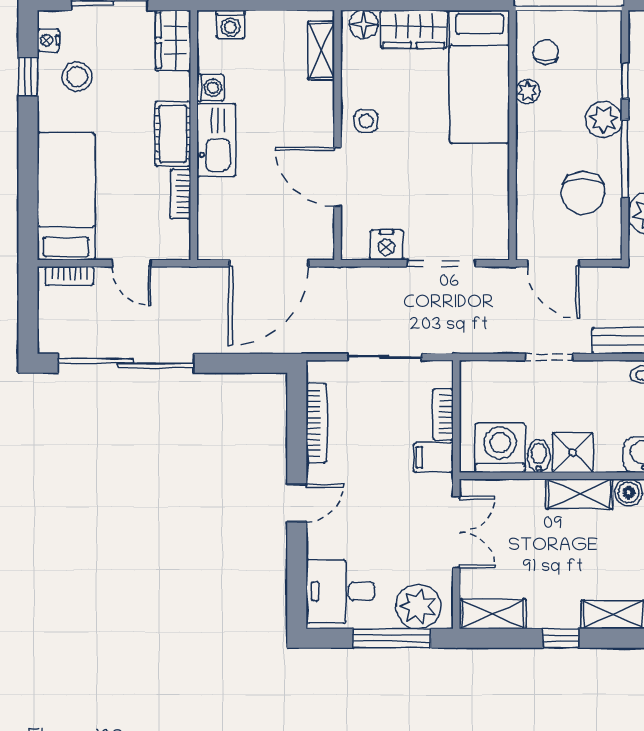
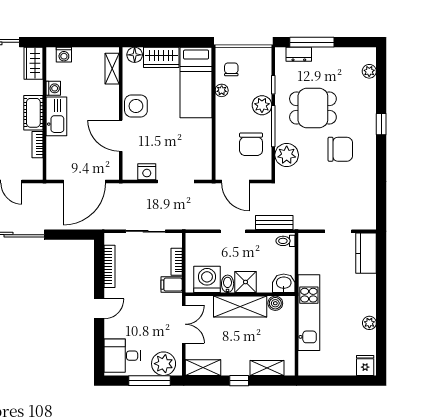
side table: (366, 121) -> (136, 106), width x1.87, depth x1.87
shelving: (579, 494) -> (240, 307), width x1.50, depth x1.33

